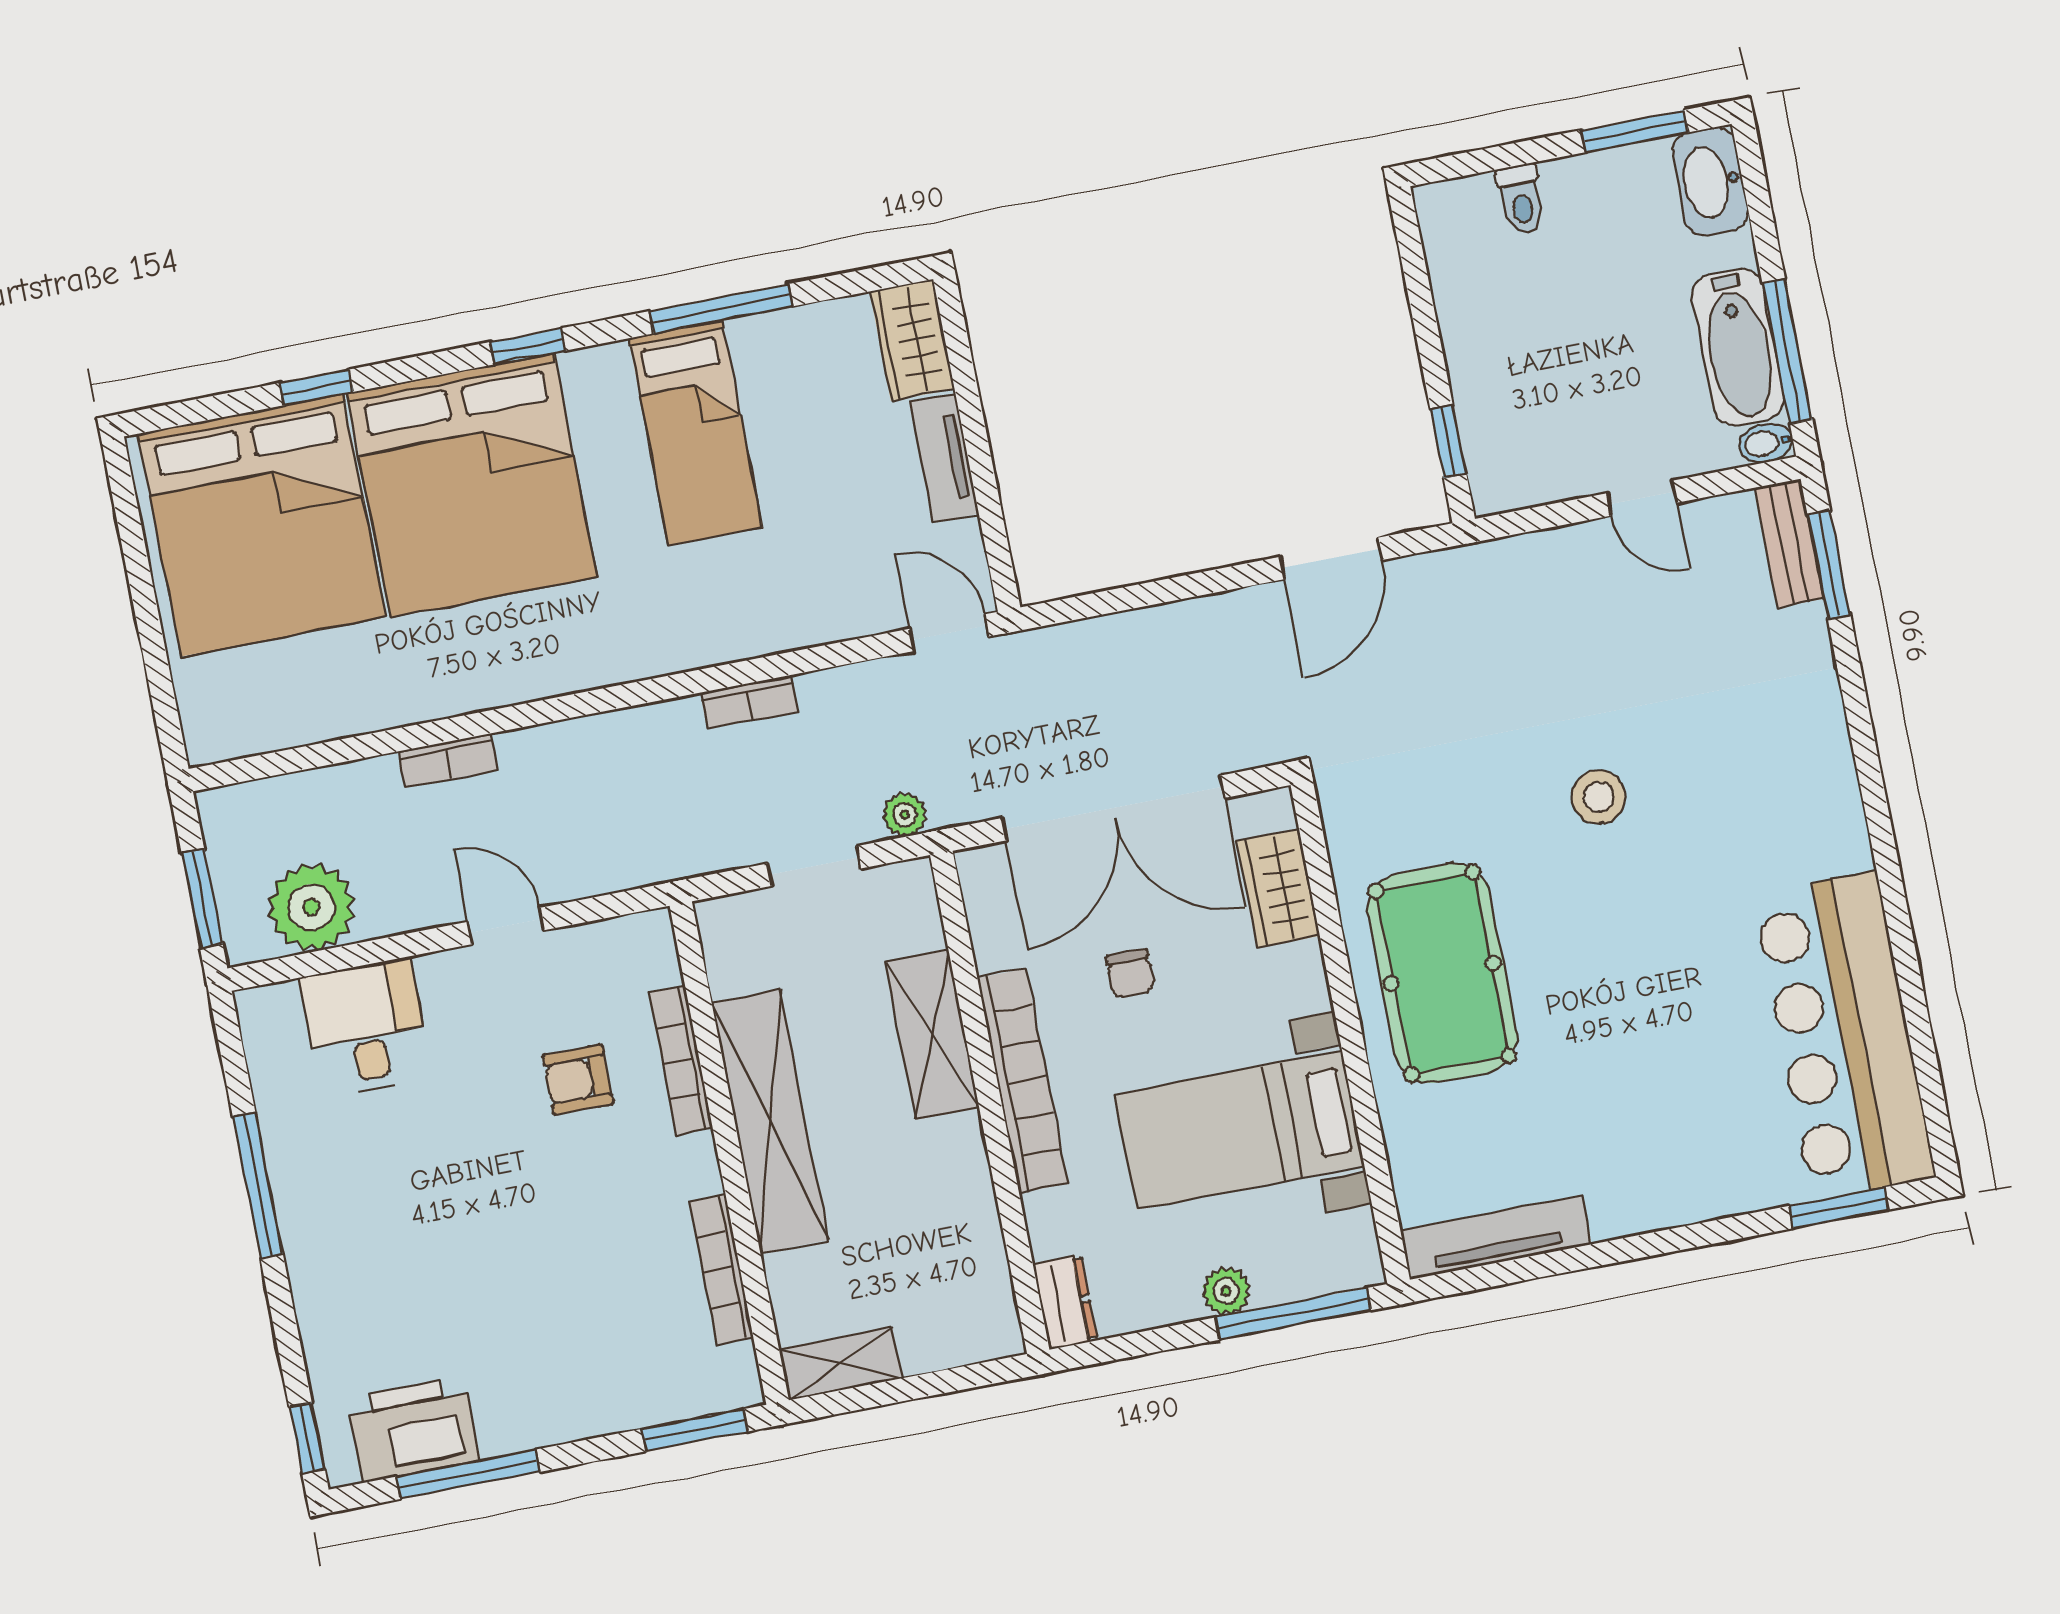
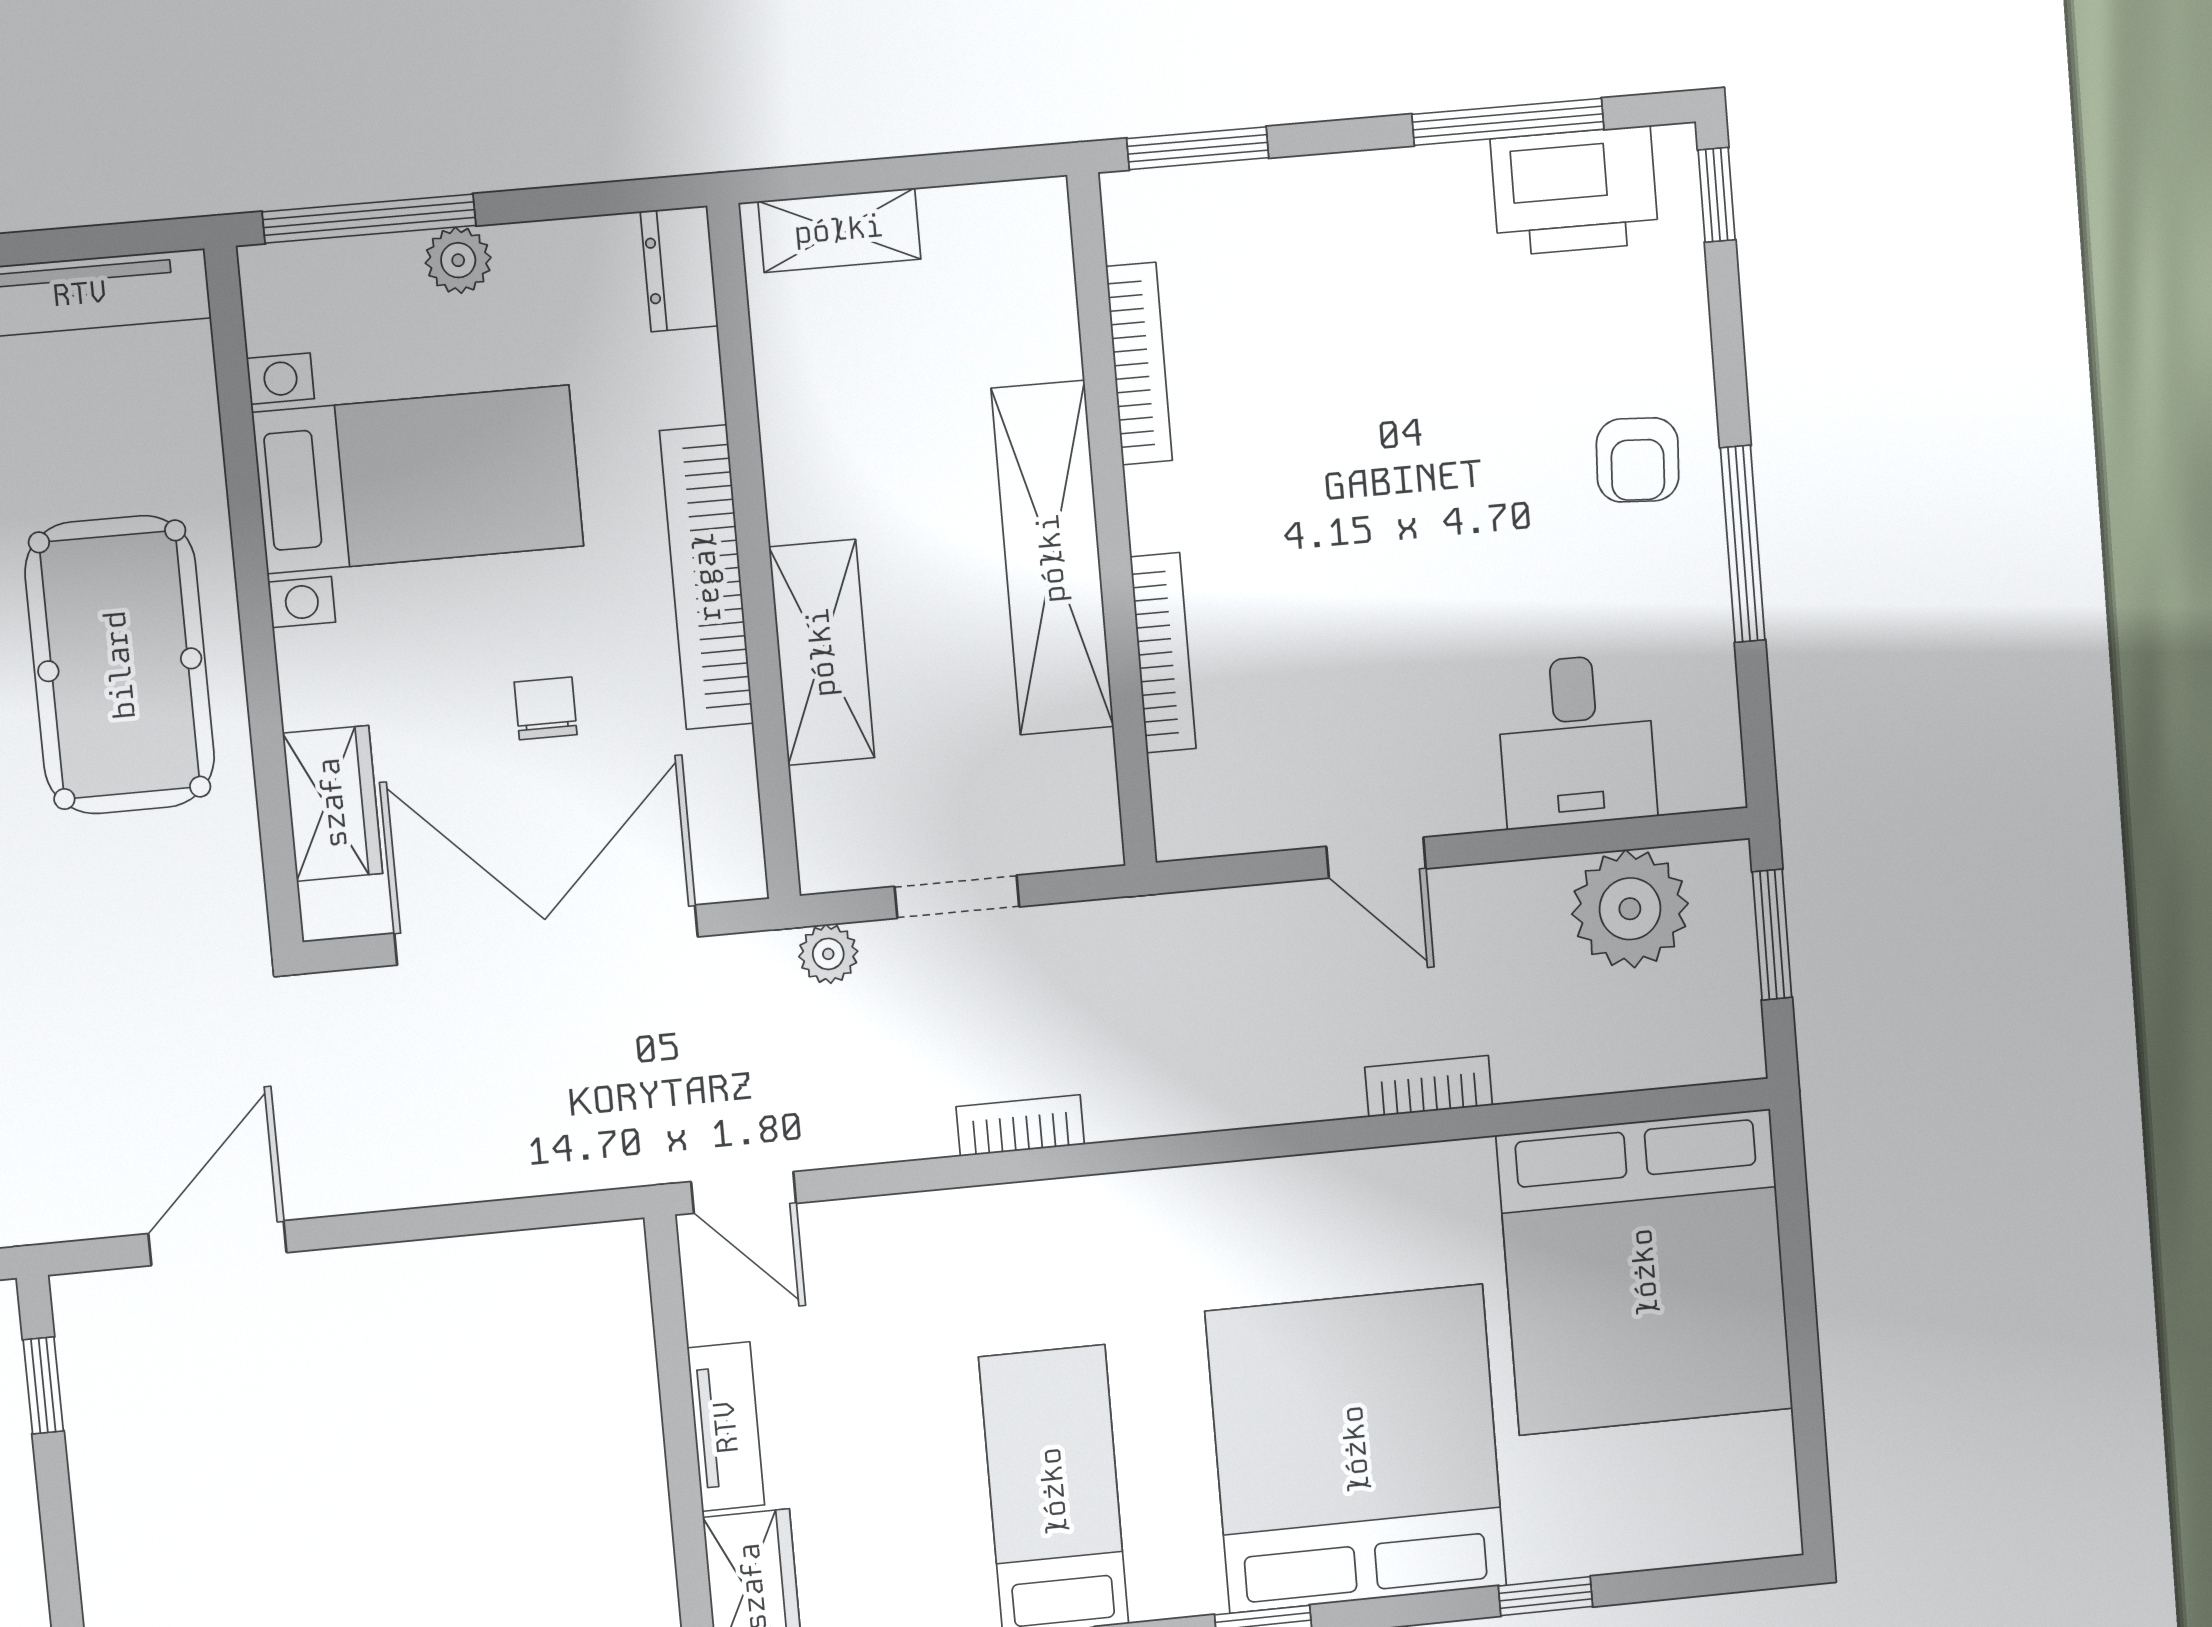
bed: (262, 525) -> (1645, 1272), moved, turned 180
armchair: (578, 1080) -> (1638, 460), moved, turned 93
shelving: (840, 1364) -> (839, 230), moved

